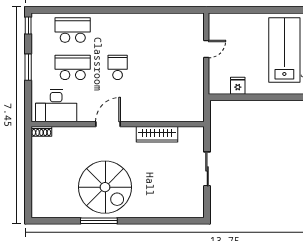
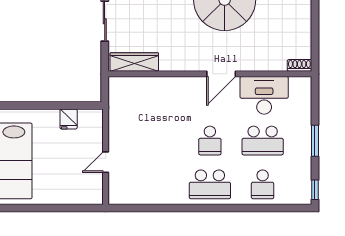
school desk: (73, 30) -> (263, 184), width x0.54
school desk: (118, 30) -> (210, 184), added
desk: (56, 106) -> (264, 95), moved
wardrobe: (157, 134) -> (134, 62), moved

